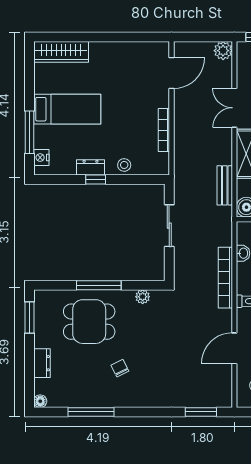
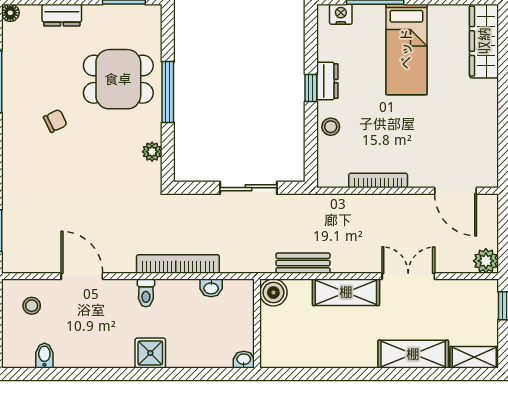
dining table: (89, 322) -> (118, 79), turned 90

